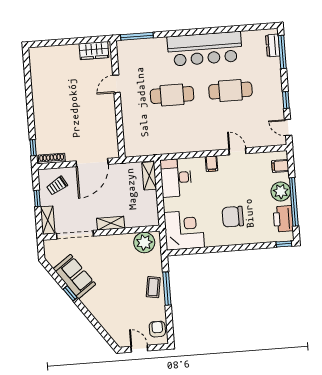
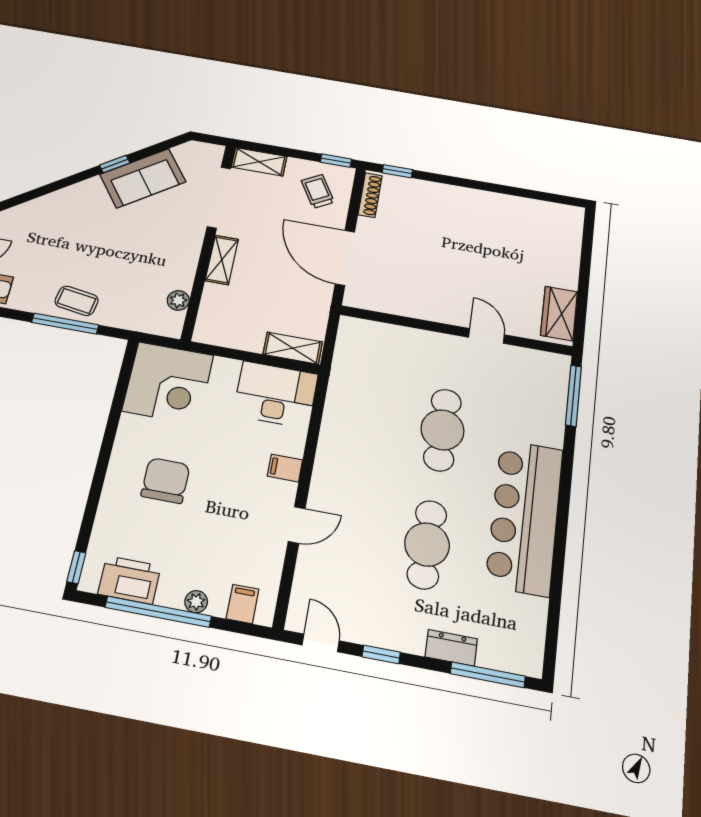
dresser: (273, 46) -> (451, 648), moved
door: (288, 127) -> (321, 643), hinge flipped
plant: (281, 191) -> (196, 602), width x0.53, depth x0.53
window: (37, 198) -> (336, 161), moved
plant: (144, 242) -> (178, 300), width x0.53, depth x0.53

